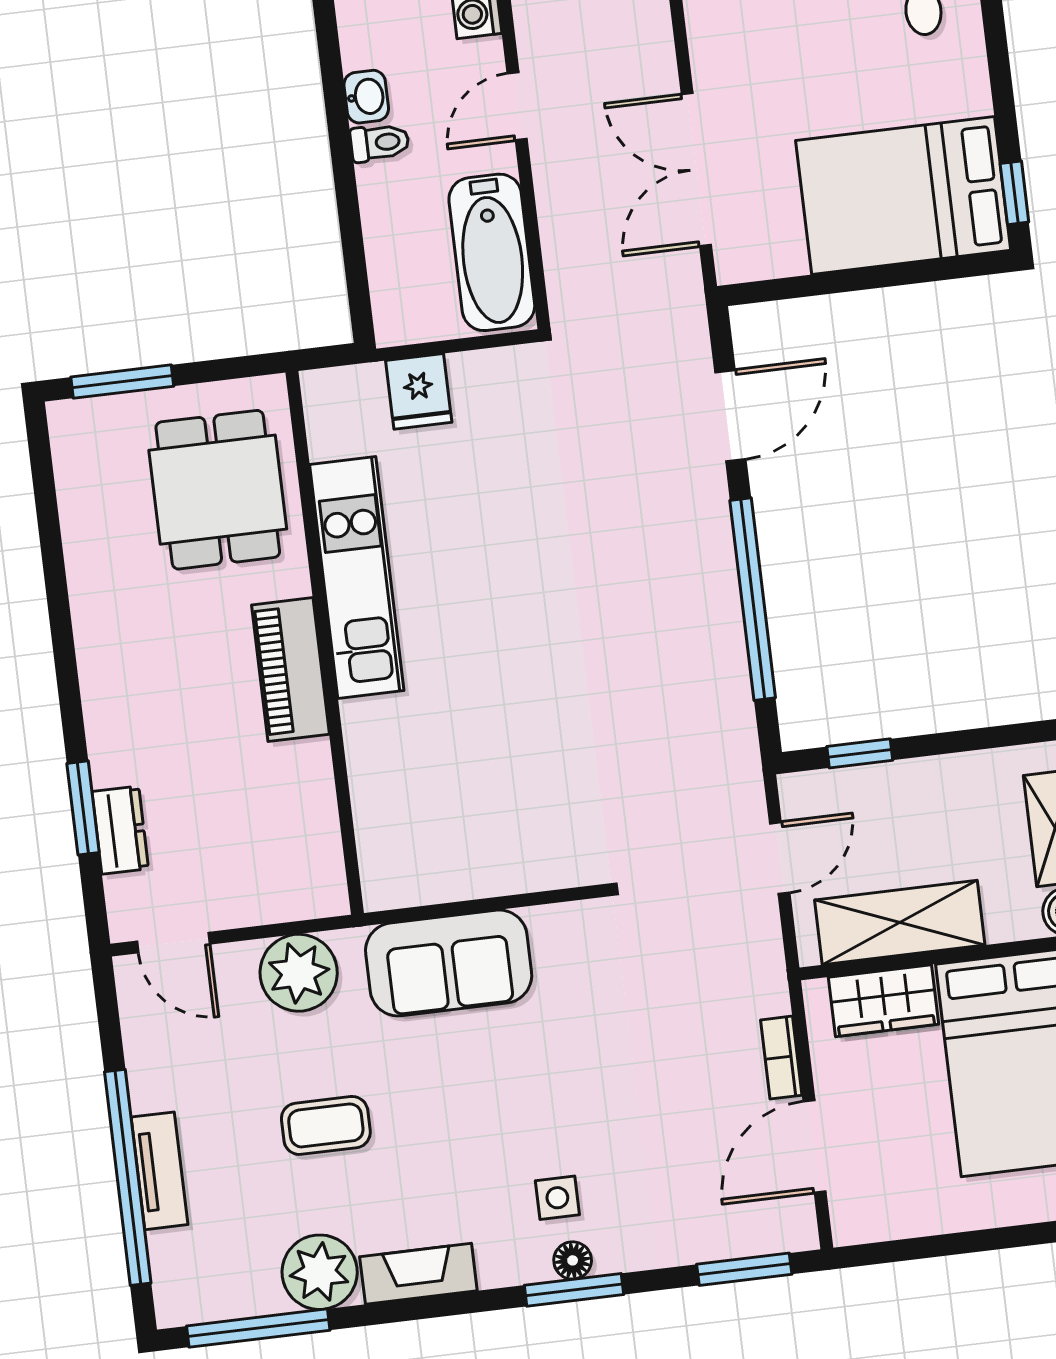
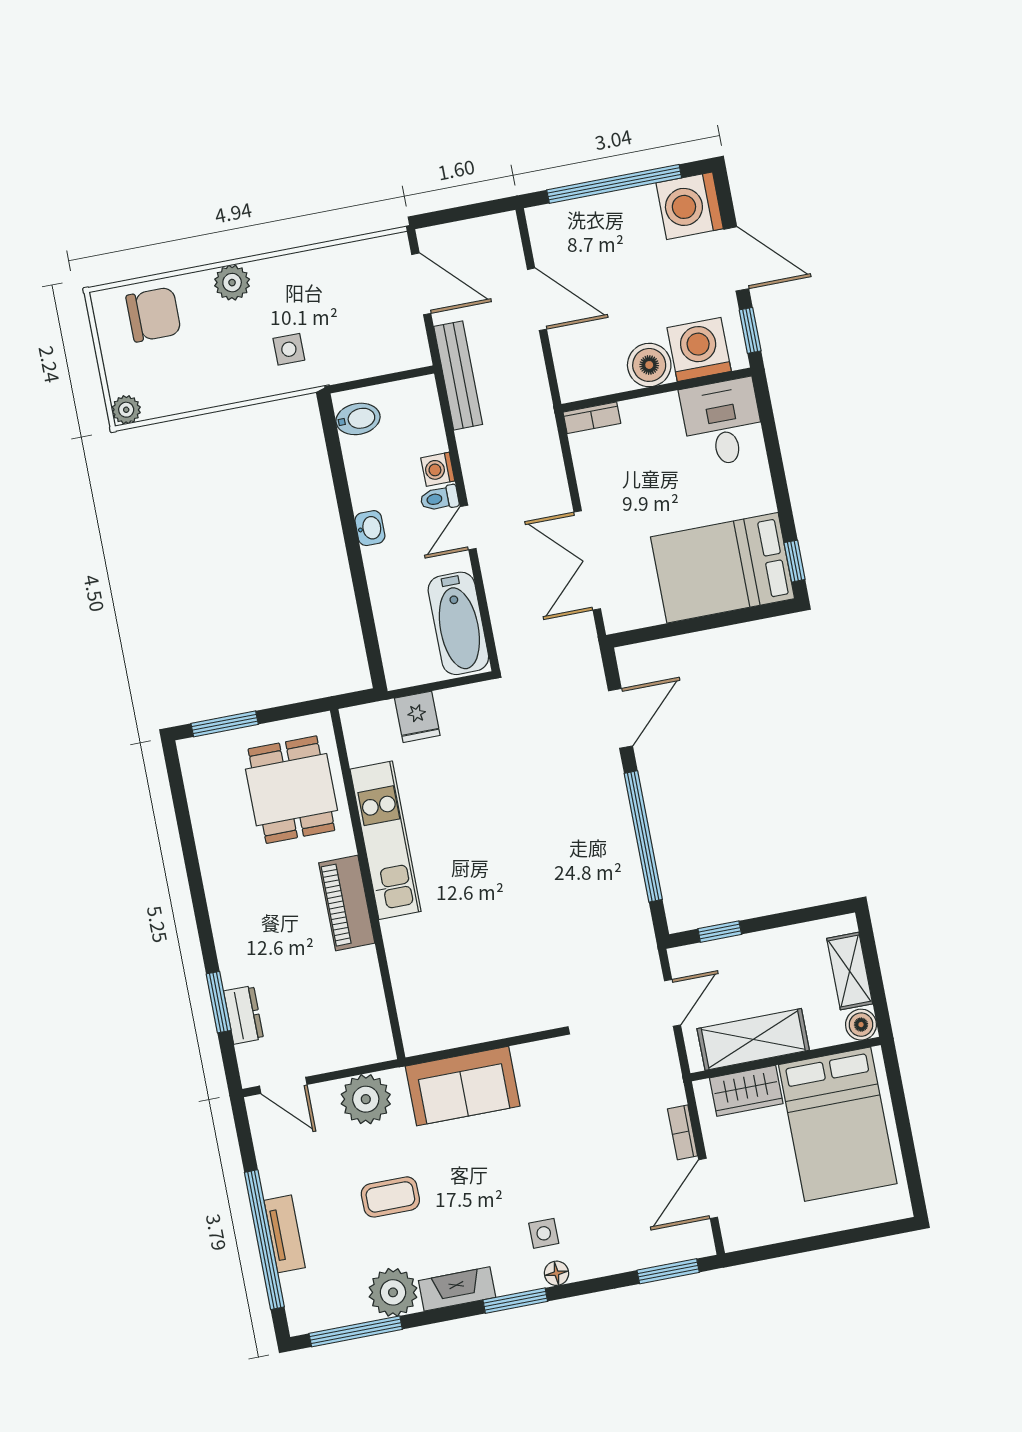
toilet: (380, 143) -> (439, 498), moved, turned 180
window: (574, 1290) -> (515, 1301), moved

